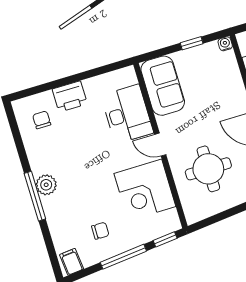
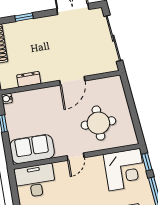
desk: (127, 114) -> (35, 181), moved
corner desk: (145, 190) -> (125, 170), moved

